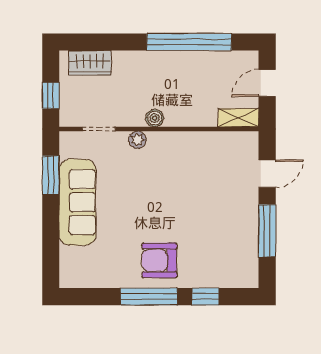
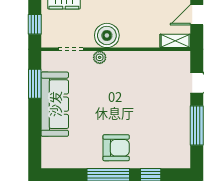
boiler: (155, 118) -> (107, 35), width x1.86, depth x1.86
armchair: (159, 260) -> (116, 148), turned 180

